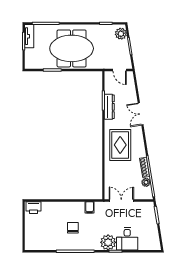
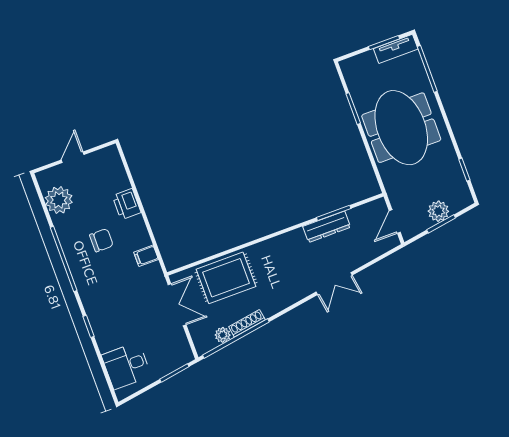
plant: (121, 34) -> (438, 211), moved
double door: (141, 114) -> (334, 284), swing flipped
rug: (120, 145) -> (226, 278), moved
printer: (33, 208) -> (127, 204), moved
door: (24, 227) -> (73, 157), added
desk: (127, 239) -> (126, 366), moved
plant: (108, 242) -> (59, 200), moved

